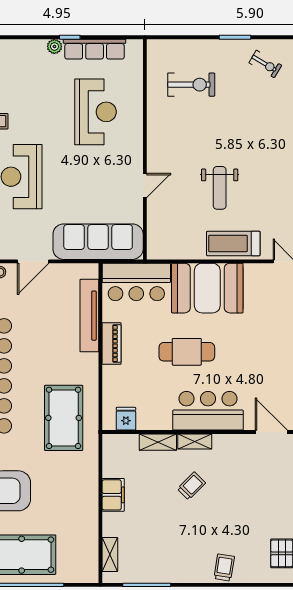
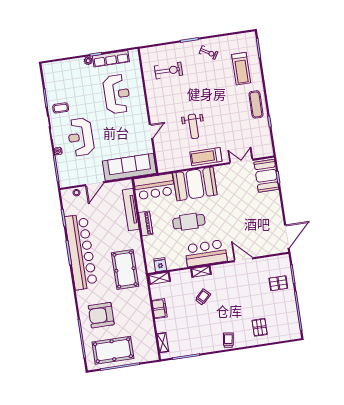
shelving: (158, 442) -> (159, 278), moved

